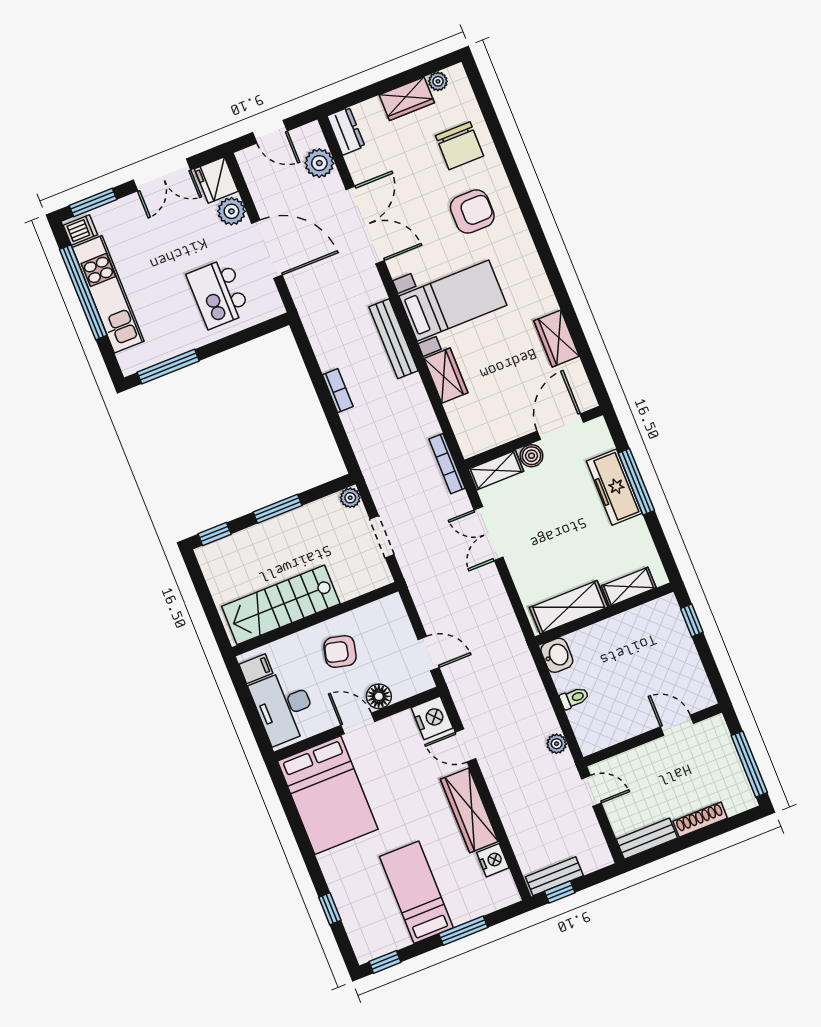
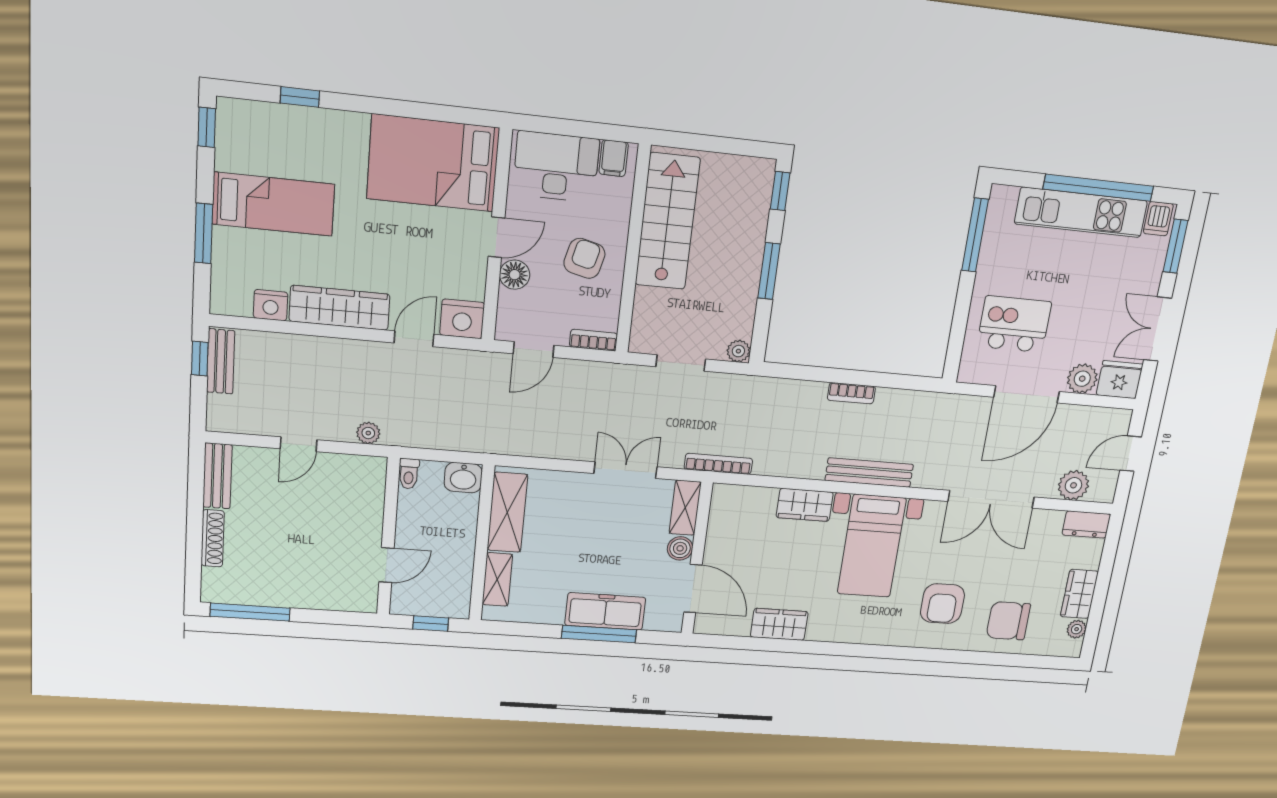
bookcase: (398, 612) -> (593, 340), added
door: (677, 725) -> (386, 565), moved
wall: (653, 735) -> (388, 537), moved

